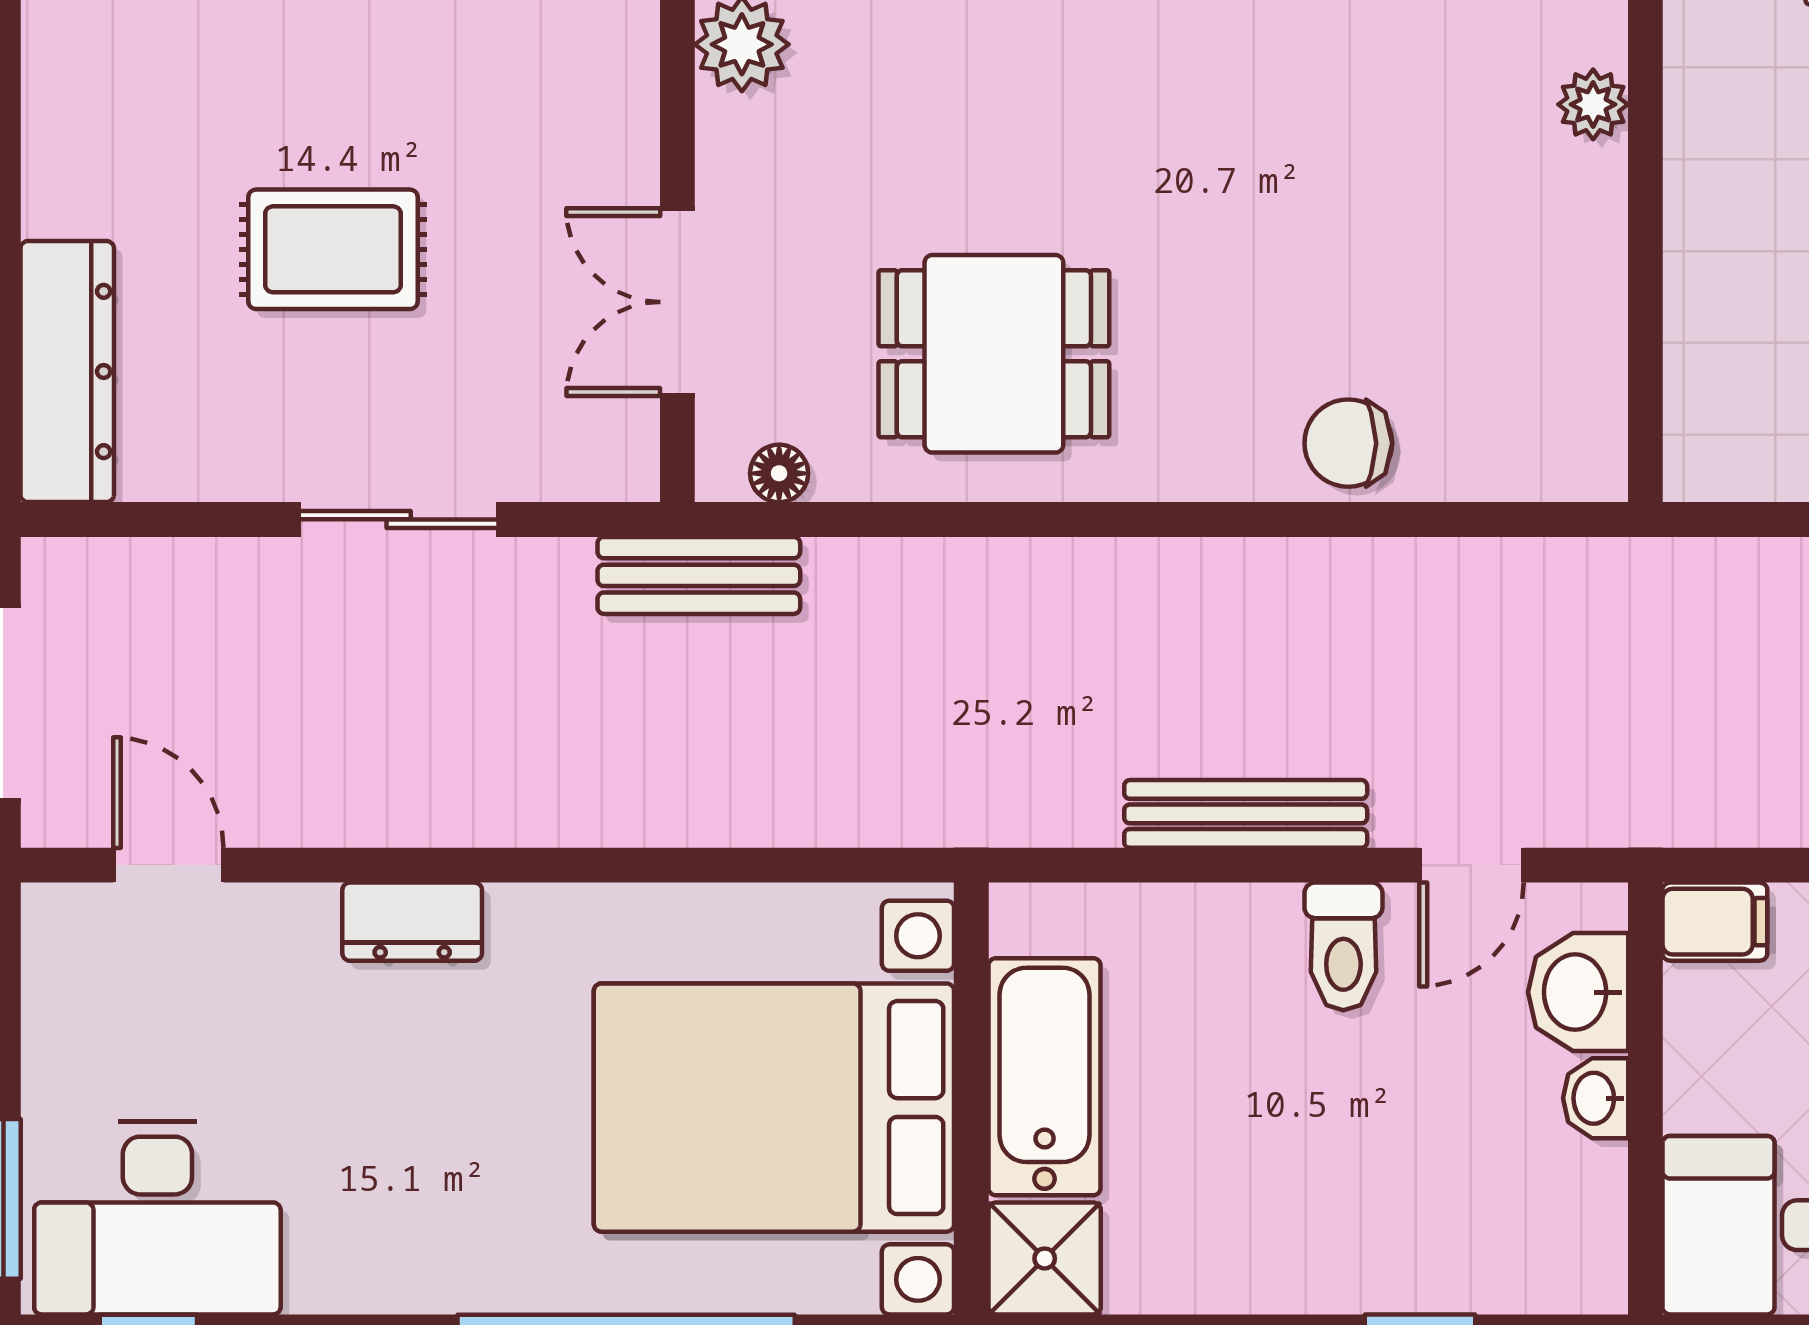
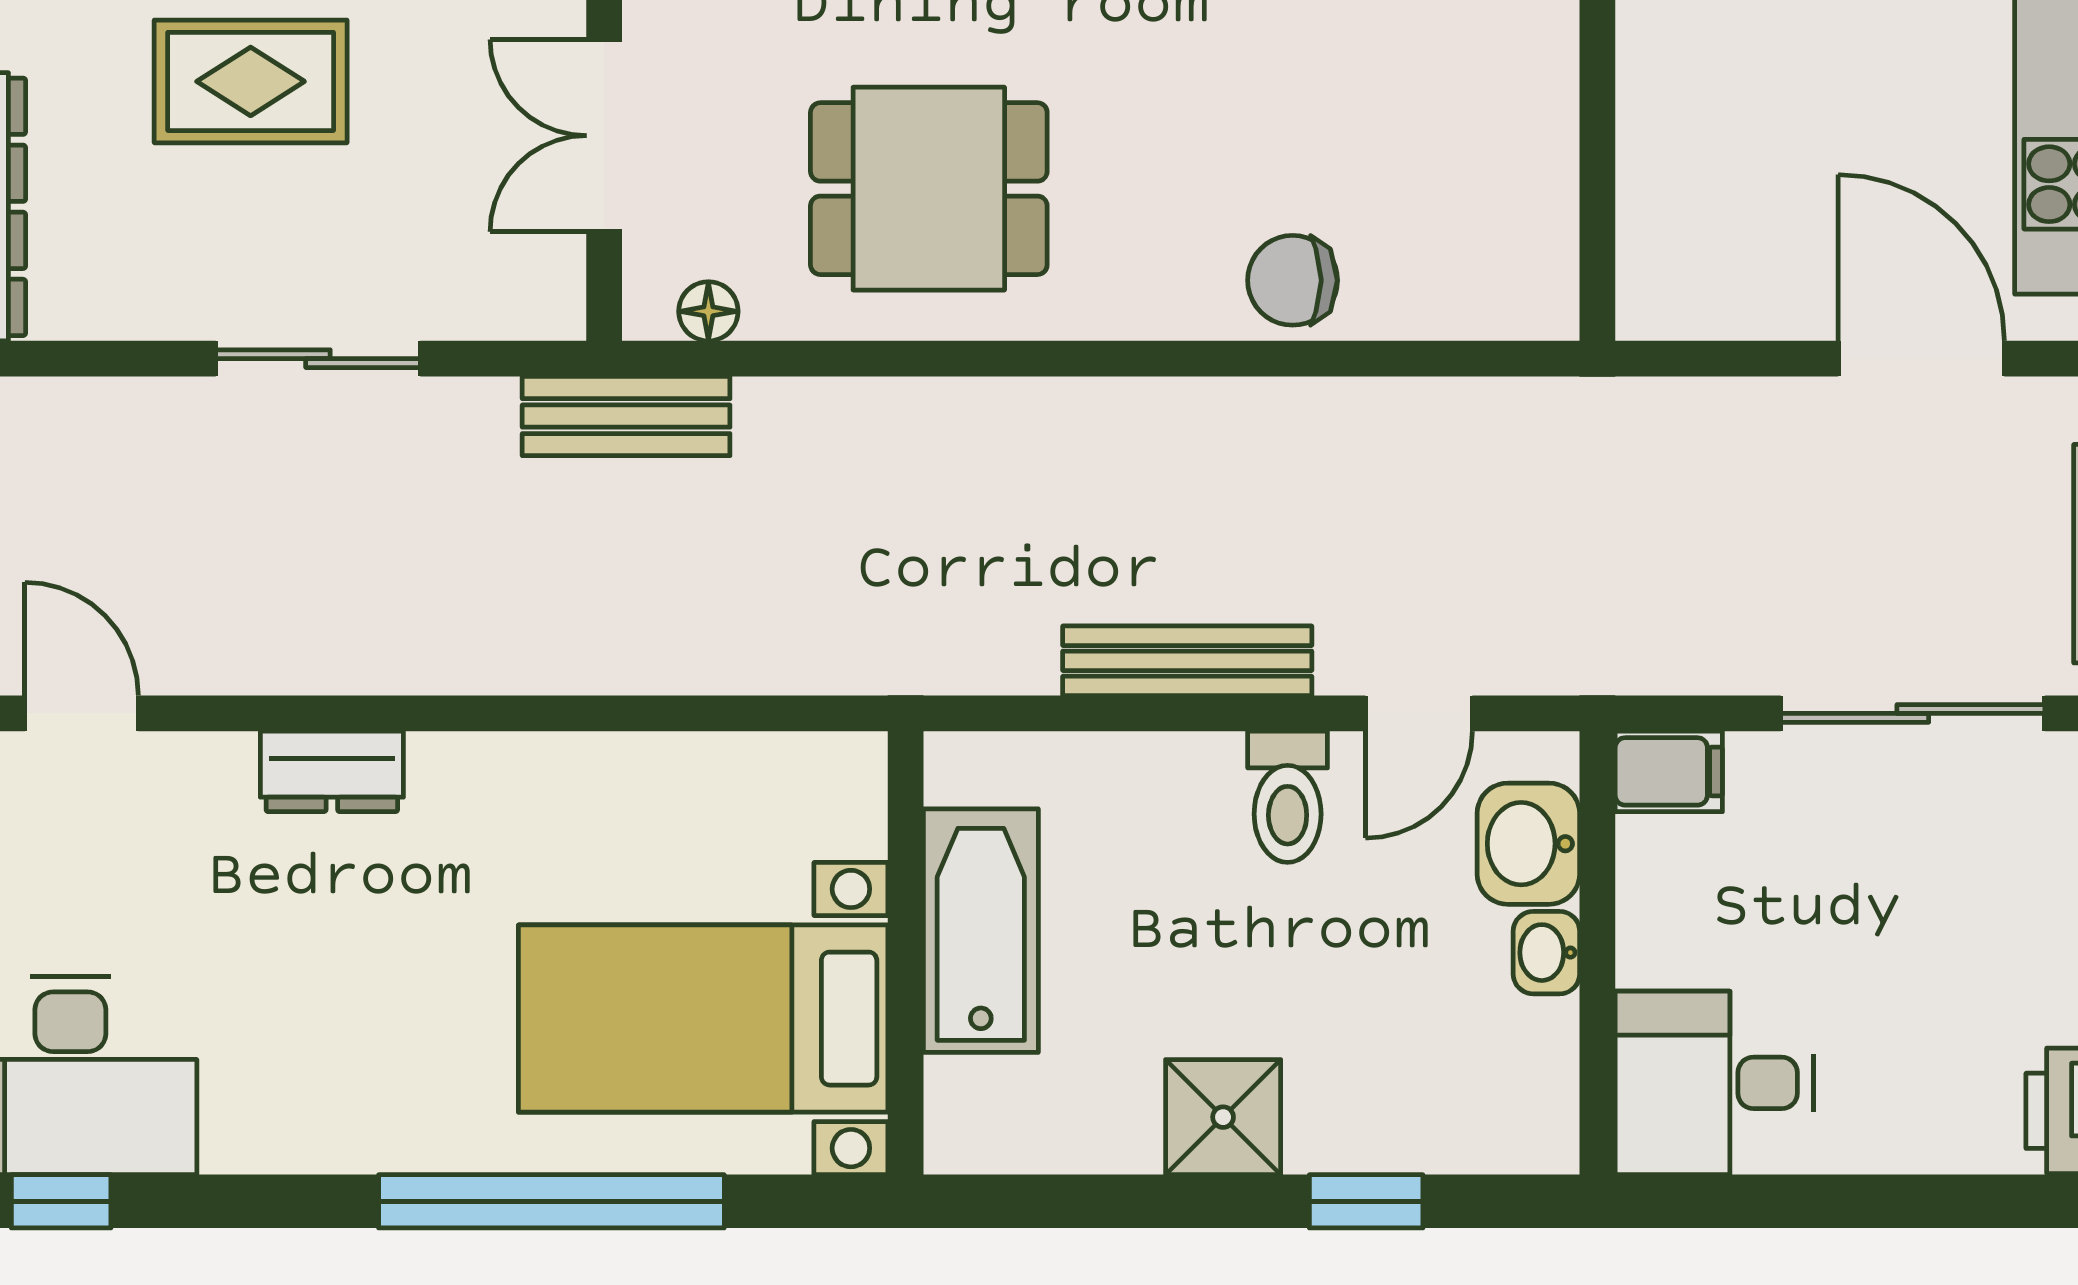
bed with nightstands: (774, 1108) -> (703, 1019), width x0.73
shower: (1045, 1258) -> (1223, 1117), moved

